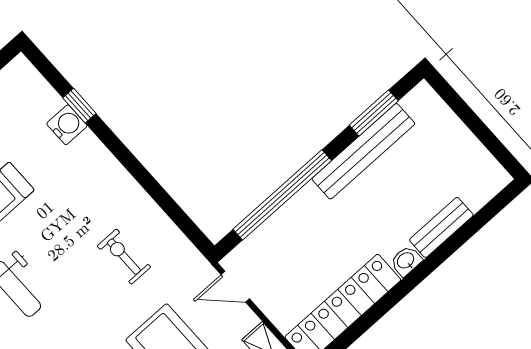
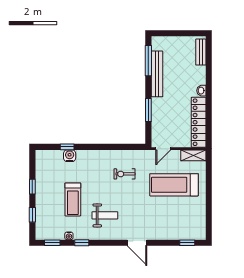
window: (374, 113) -> (148, 61), width x1.44
window: (282, 195) -> (148, 110), width x0.47
bench: (441, 227) -> (201, 52), moved

